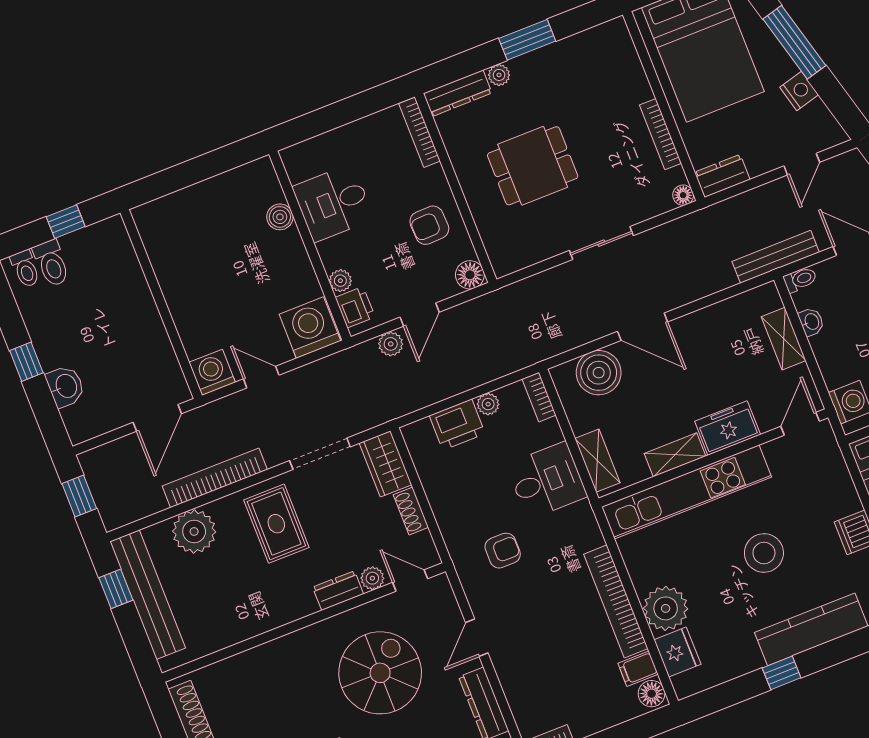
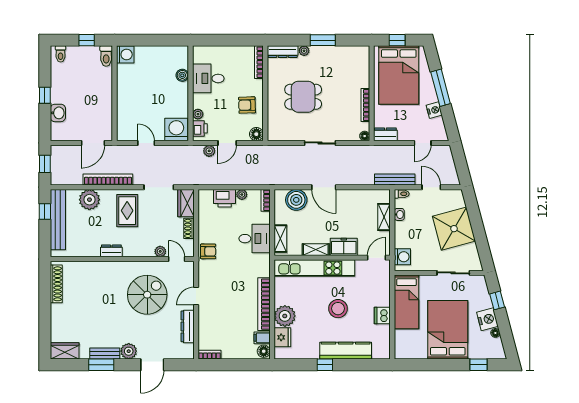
toilet: (51, 263) -> (106, 56), moved
washing machine: (212, 372) -> (125, 55), moved, turned 90
armchair: (503, 551) -> (208, 251), moved
dresser: (338, 591) -> (111, 251), moved

